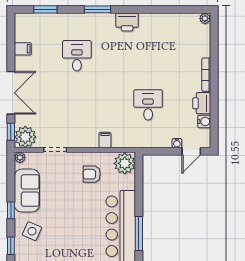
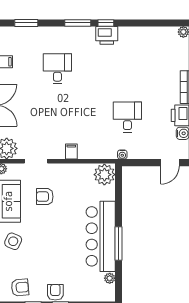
window: (126, 9) -> (106, 23), added
filing cabinet: (105, 140) -> (71, 151), moved
water cooler: (177, 143) -> (122, 155), moved
armchair: (92, 174) -> (45, 197), moved

